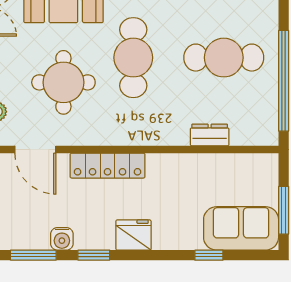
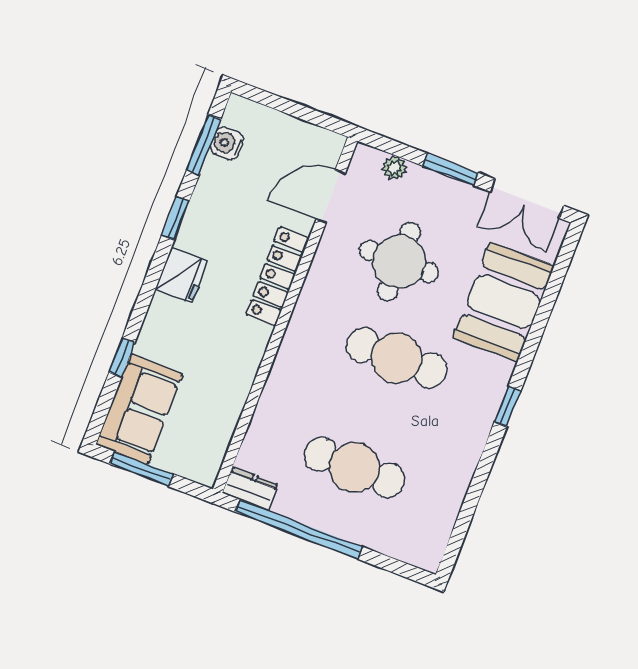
cafe table: (224, 58) -> (354, 467), turned 90
dresser: (210, 135) -> (251, 489), moved, turned -90
water cooler: (62, 239) -> (227, 143), moved

